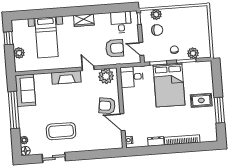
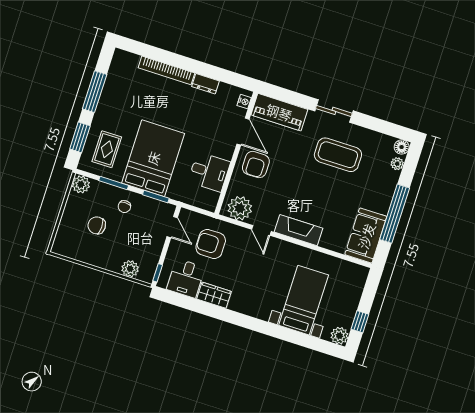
wardrobe: (84, 20) -> (214, 295), moved
chair: (157, 30) -> (97, 225), moved
plant: (19, 53) -> (339, 336), moved
plant: (193, 53) -> (81, 184), moved
desk: (132, 77) -> (209, 172), moved
window: (217, 80) -> (80, 137), added
rug: (201, 100) -> (107, 149), moved, turned 90
armchair: (107, 106) -> (256, 165), turned 82
piano: (106, 142) -> (279, 112), added
sliding door: (54, 158) -> (334, 111), moved

